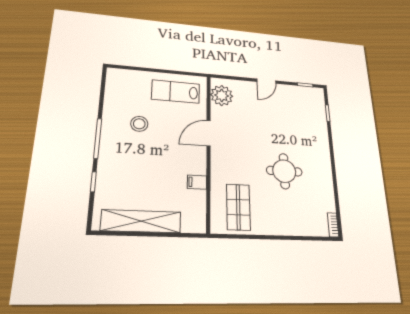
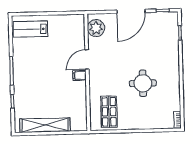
door: (266, 81) -> (131, 11), width x1.87
lab bench: (176, 92) -> (31, 29), moved
stool: (139, 124) -> (38, 57), removed
filing cabinet: (197, 182) -> (80, 75), moved

